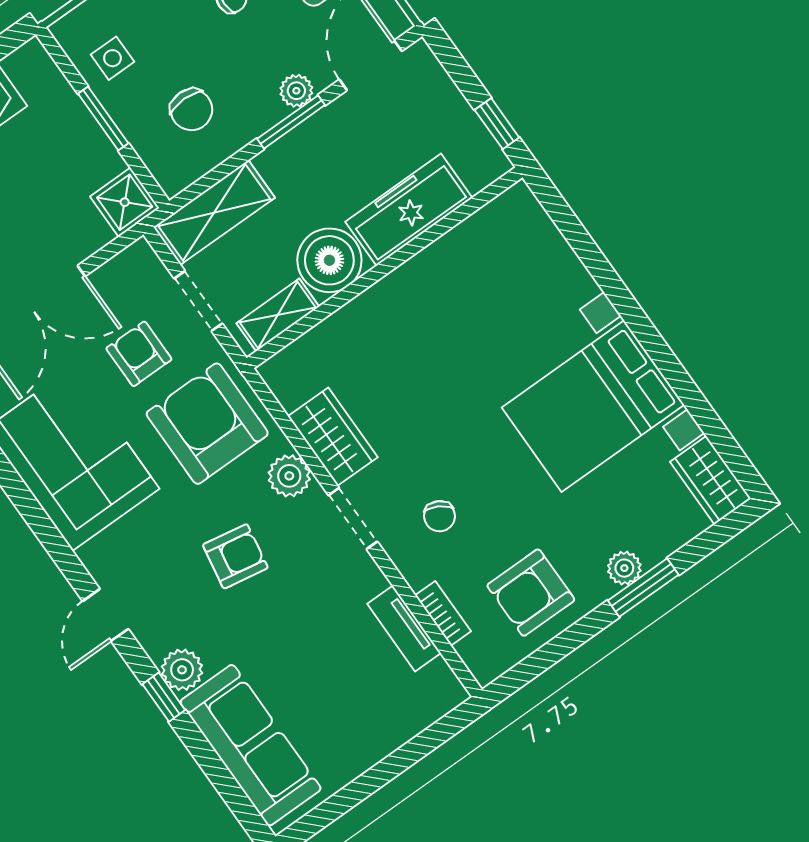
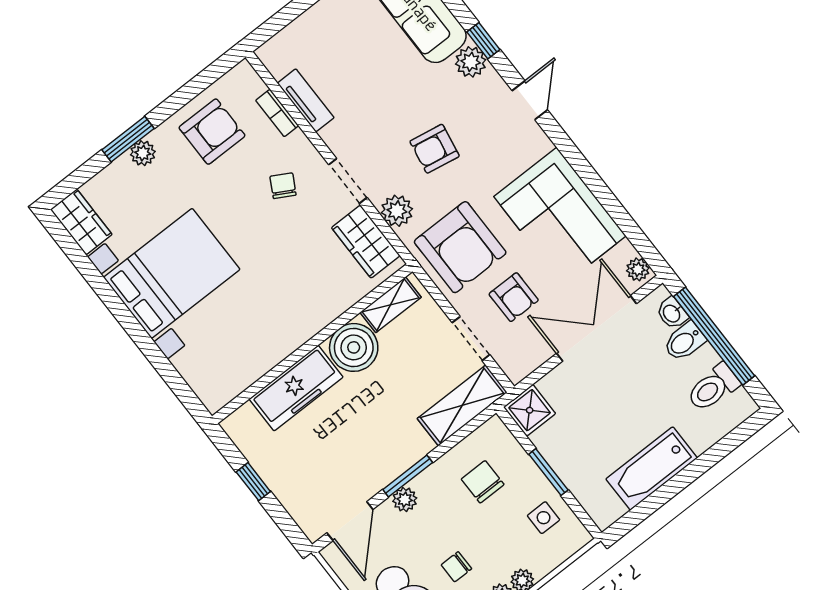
freezer: (409, 210) -> (296, 388), moved
boiler: (329, 260) -> (354, 347), moved
wall: (385, 268) -> (312, 344), moved
shelving: (278, 315) -> (391, 305), moved

